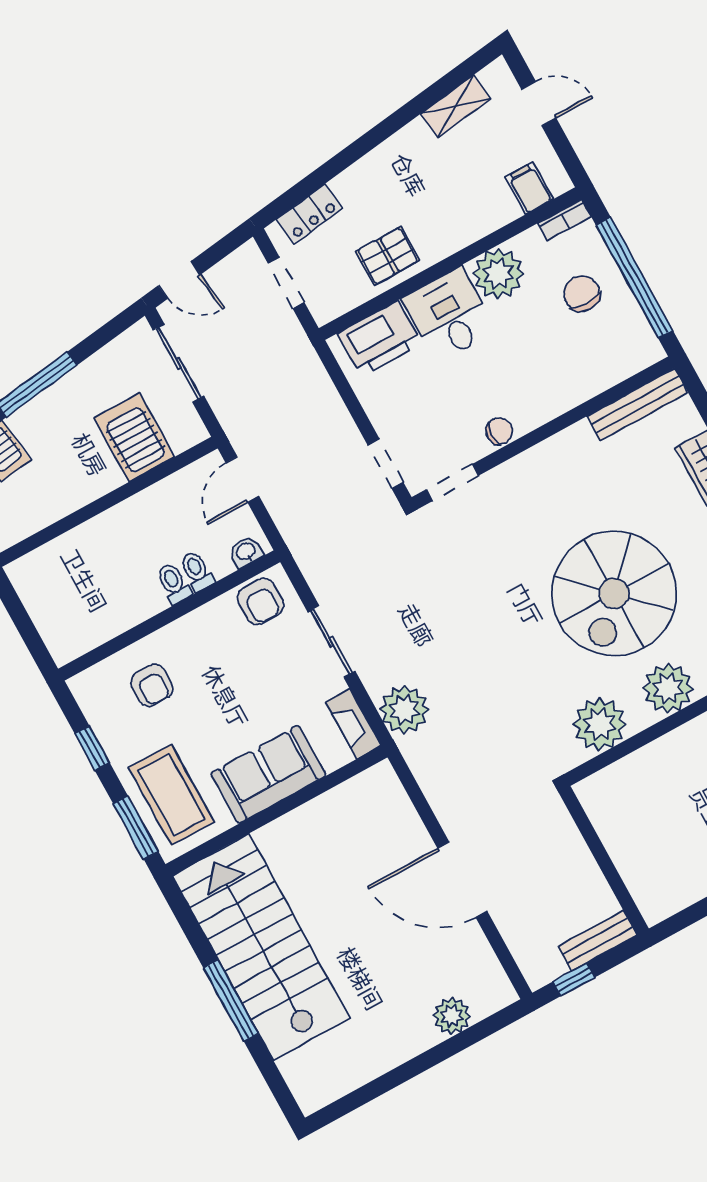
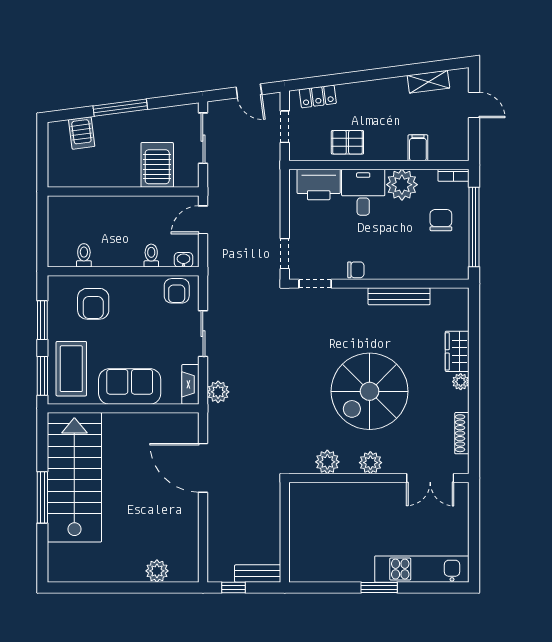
filing cabinet: (529, 188) -> (418, 148), moved
door: (179, 280) -> (249, 91), moved
bench: (637, 404) -> (399, 296), moved
toilet: (174, 583) -> (84, 255), moved
armchair: (152, 685) -> (93, 304), width x1.38, depth x1.38
plant: (668, 688) -> (370, 463), width x0.73, depth x0.73
plant: (404, 710) -> (218, 392), width x0.73, depth x0.73
plant: (600, 724) -> (327, 462), width x0.73, depth x0.73
window: (92, 748) -> (42, 320), width x1.50
door: (462, 880) -> (203, 468), moved

